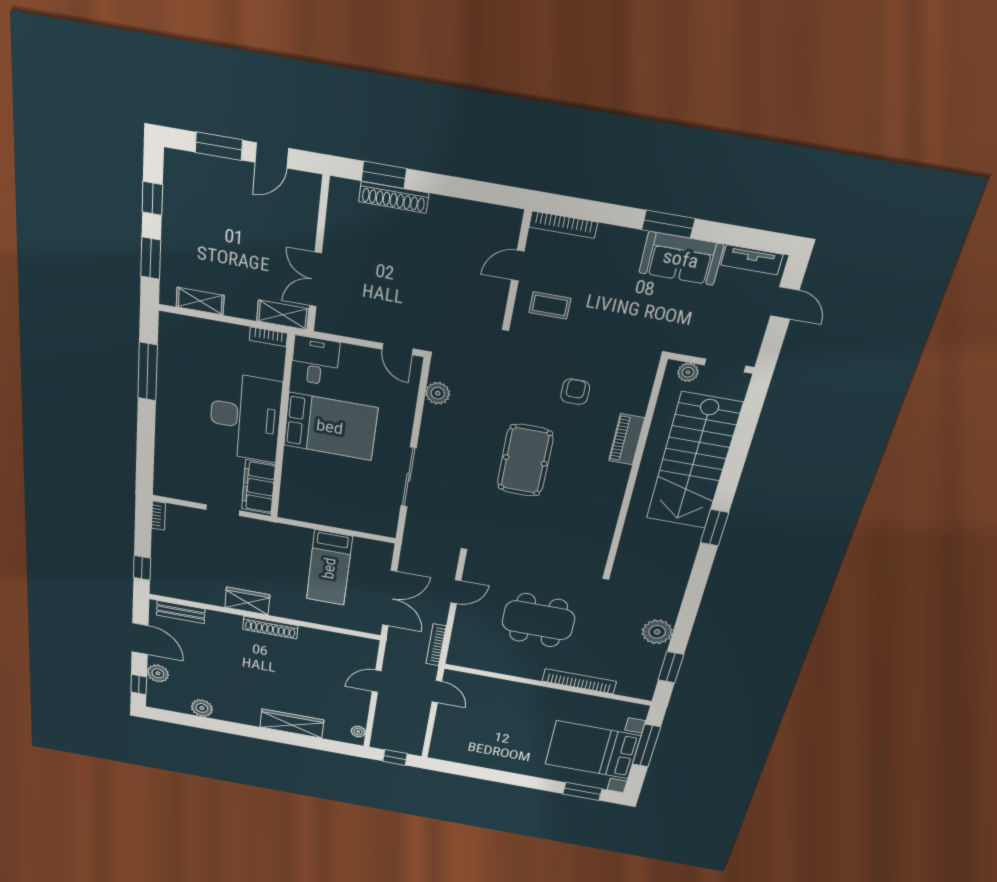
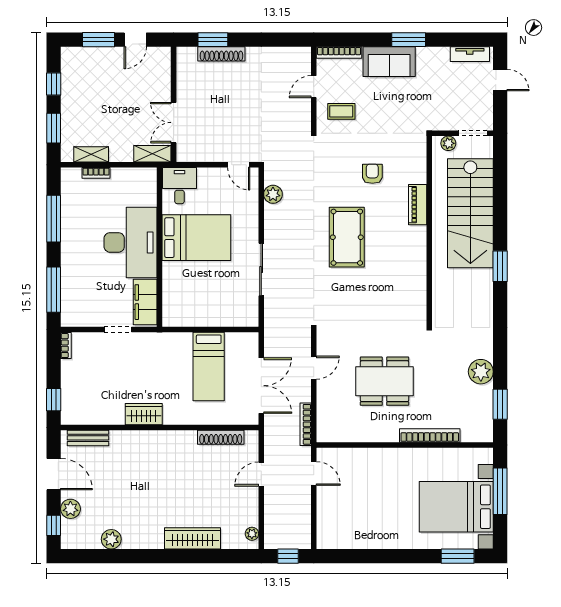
sofa: (681, 259) -> (389, 62), moved
bookcase: (268, 337) -> (96, 173), moved
window: (145, 453) -> (54, 290), added
shoe rack: (270, 627) -> (221, 437), moved

